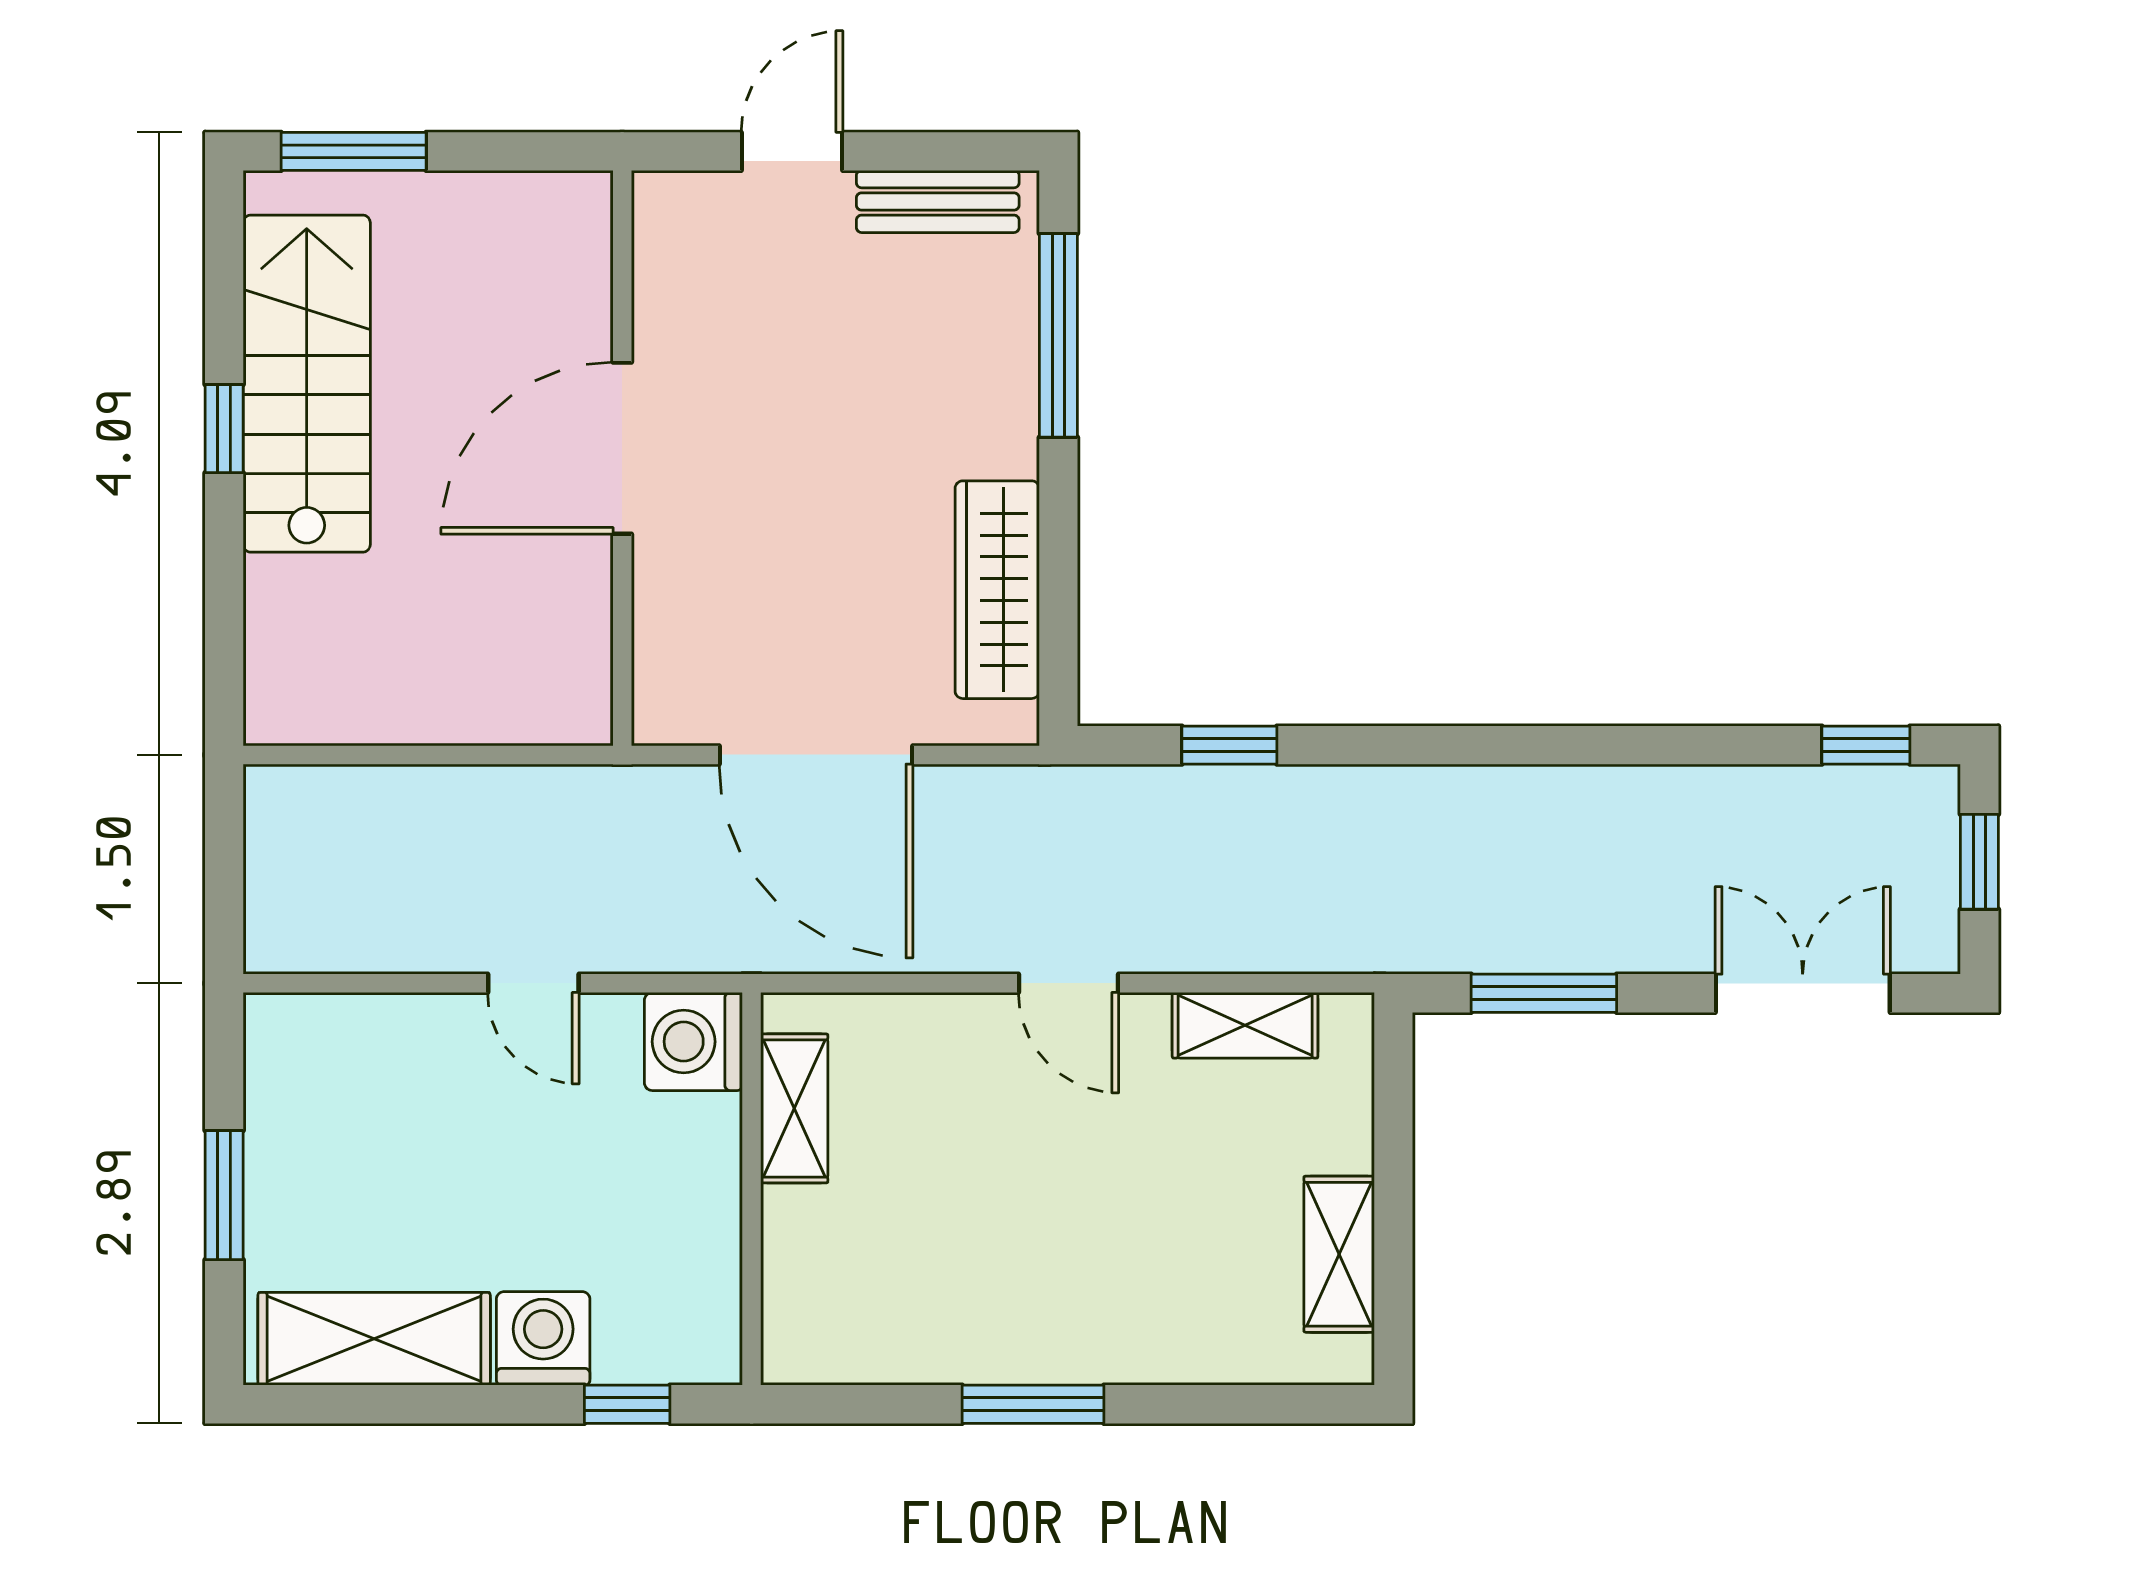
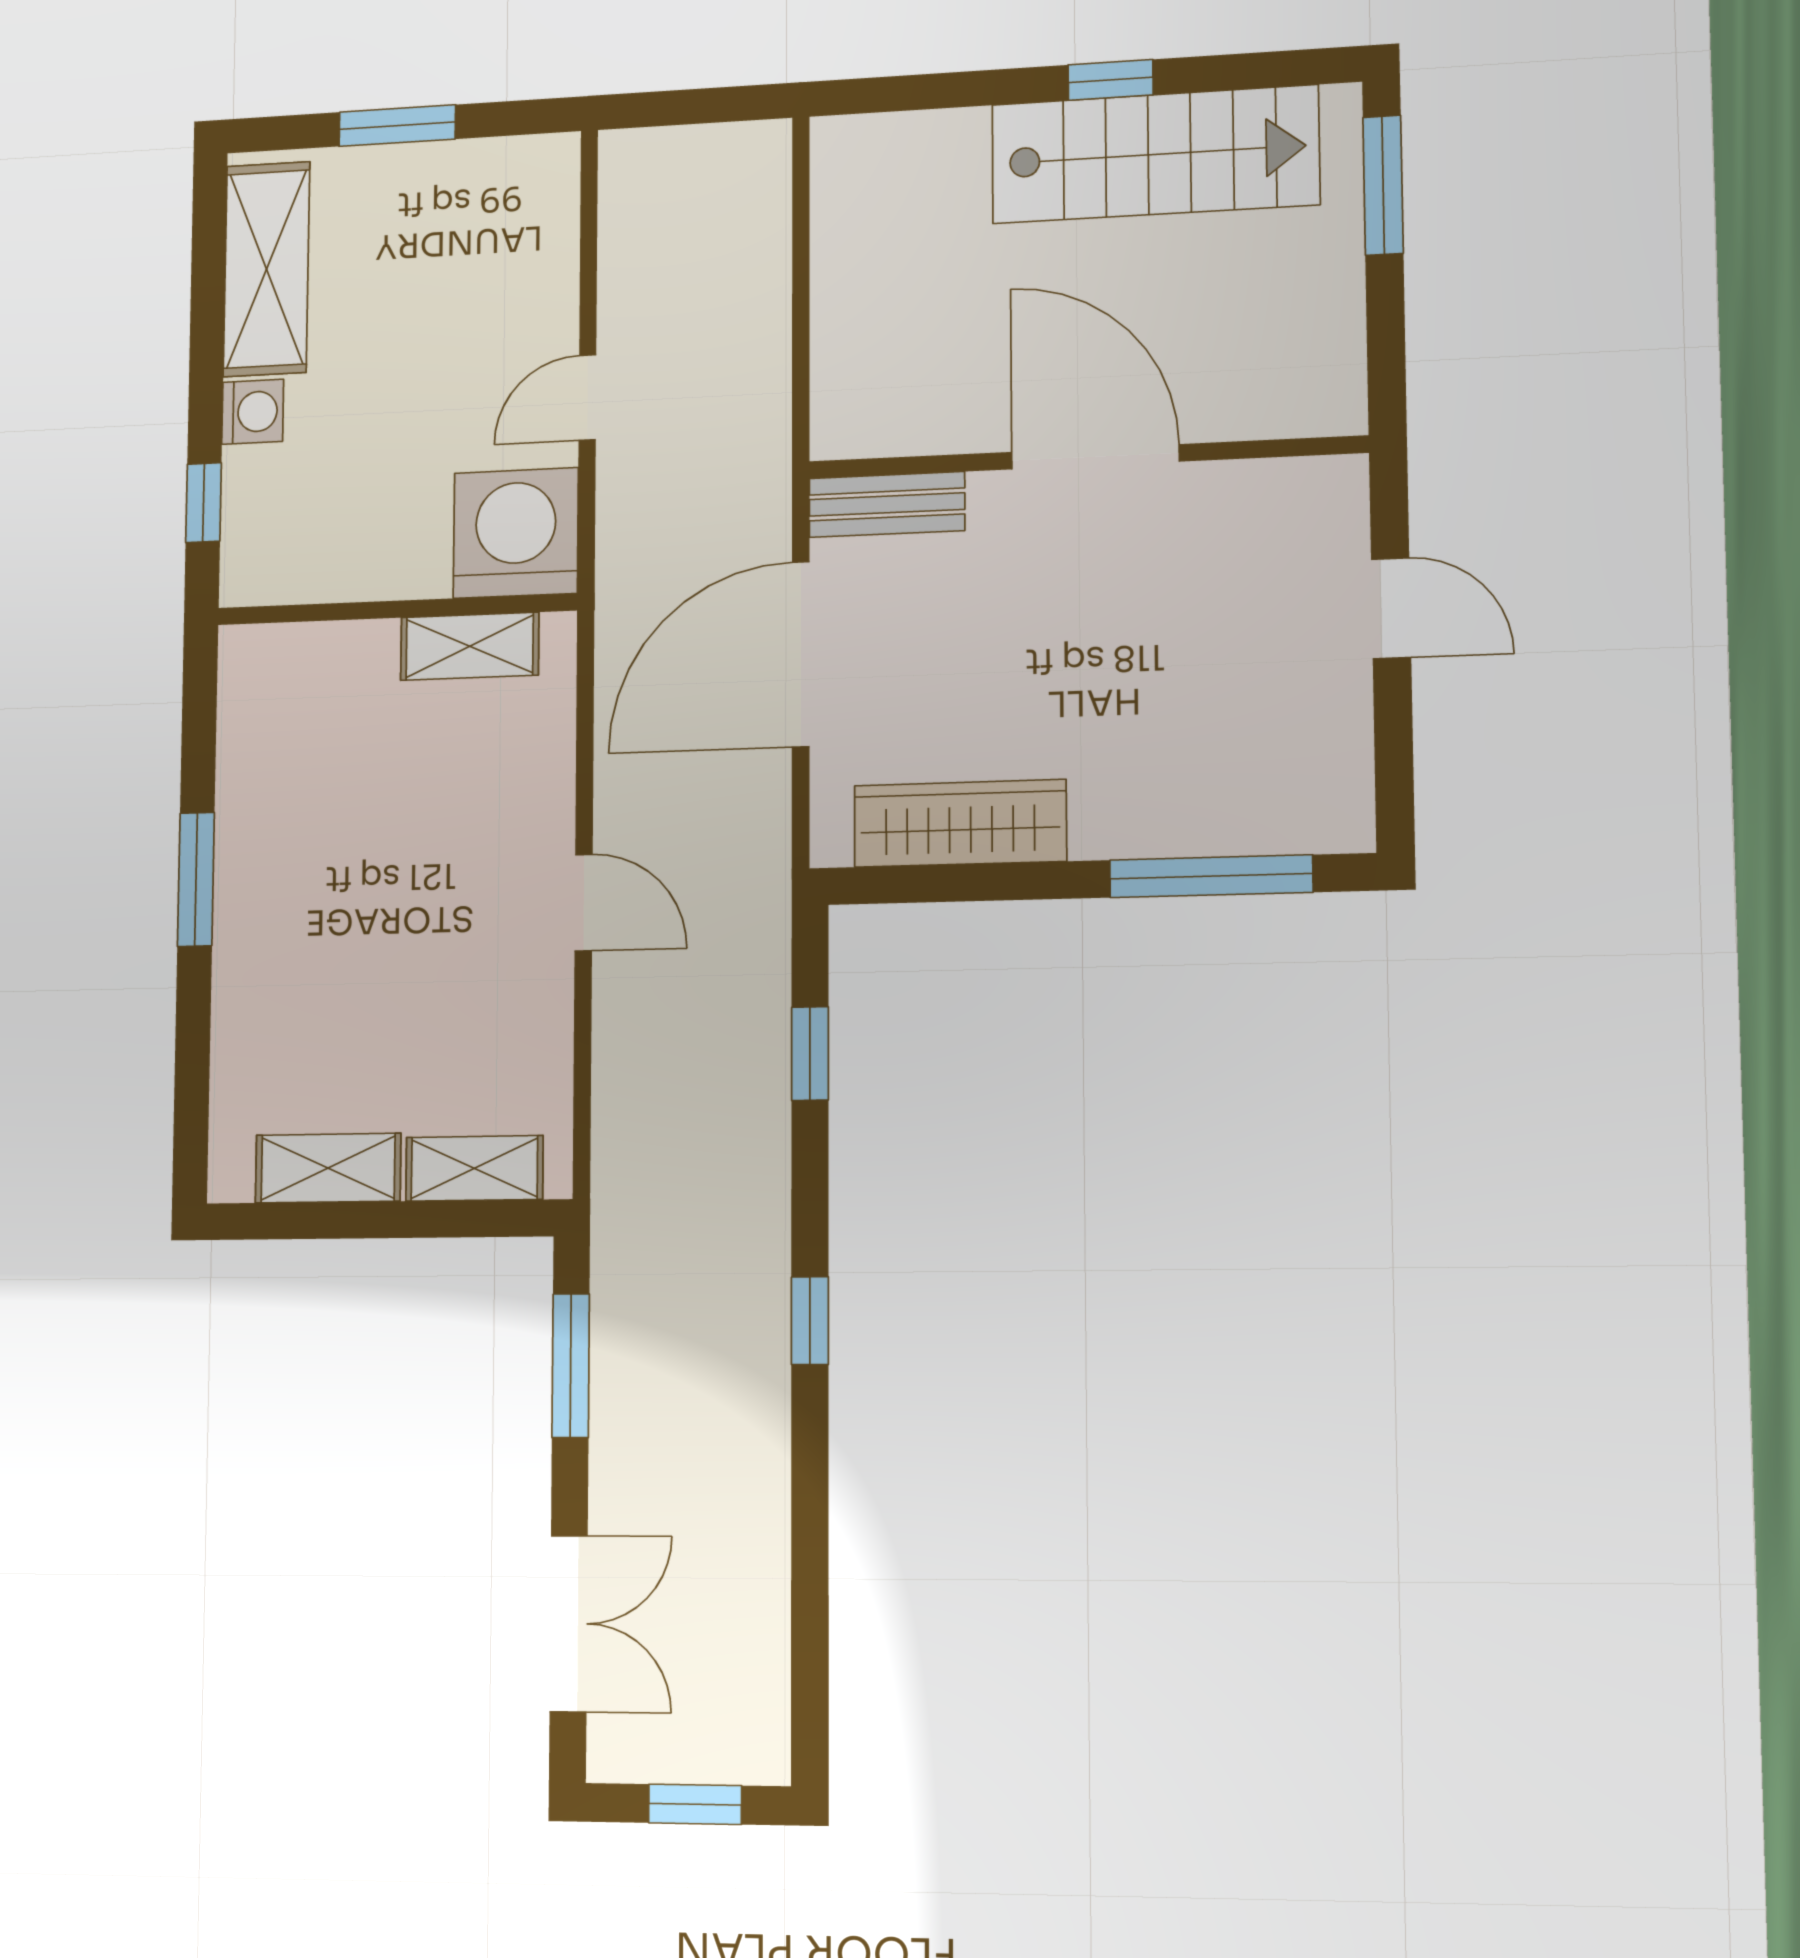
bench: (938, 201) -> (887, 504), moved, turned 90
window: (1866, 745) -> (810, 1321), moved
door: (1069, 983) -> (584, 903), swing flipped
shelving: (1245, 1025) -> (474, 1168), moved, turned 90
washing machine: (693, 1042) -> (516, 533), width x1.37, depth x1.37
washing machine: (543, 1338) -> (253, 412), width x0.73, depth x0.73

